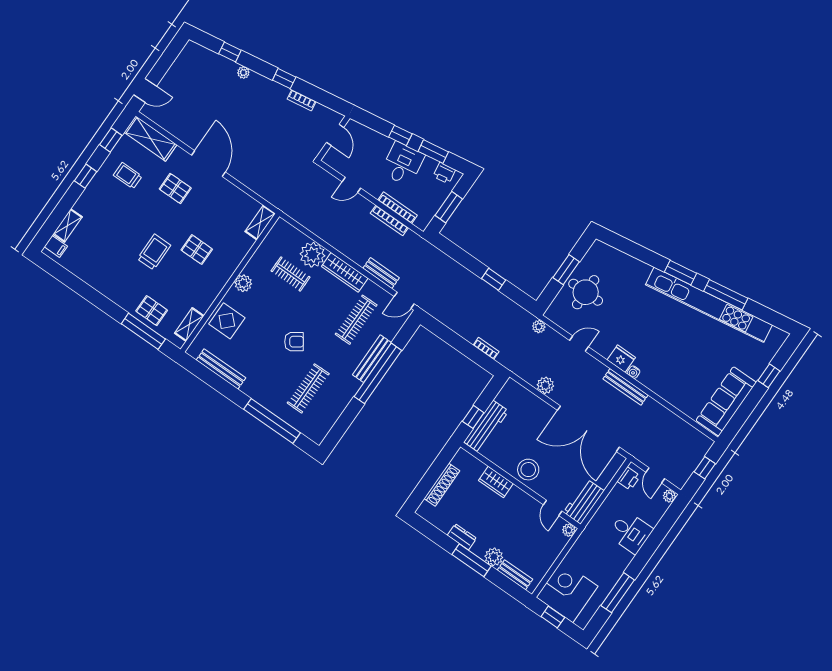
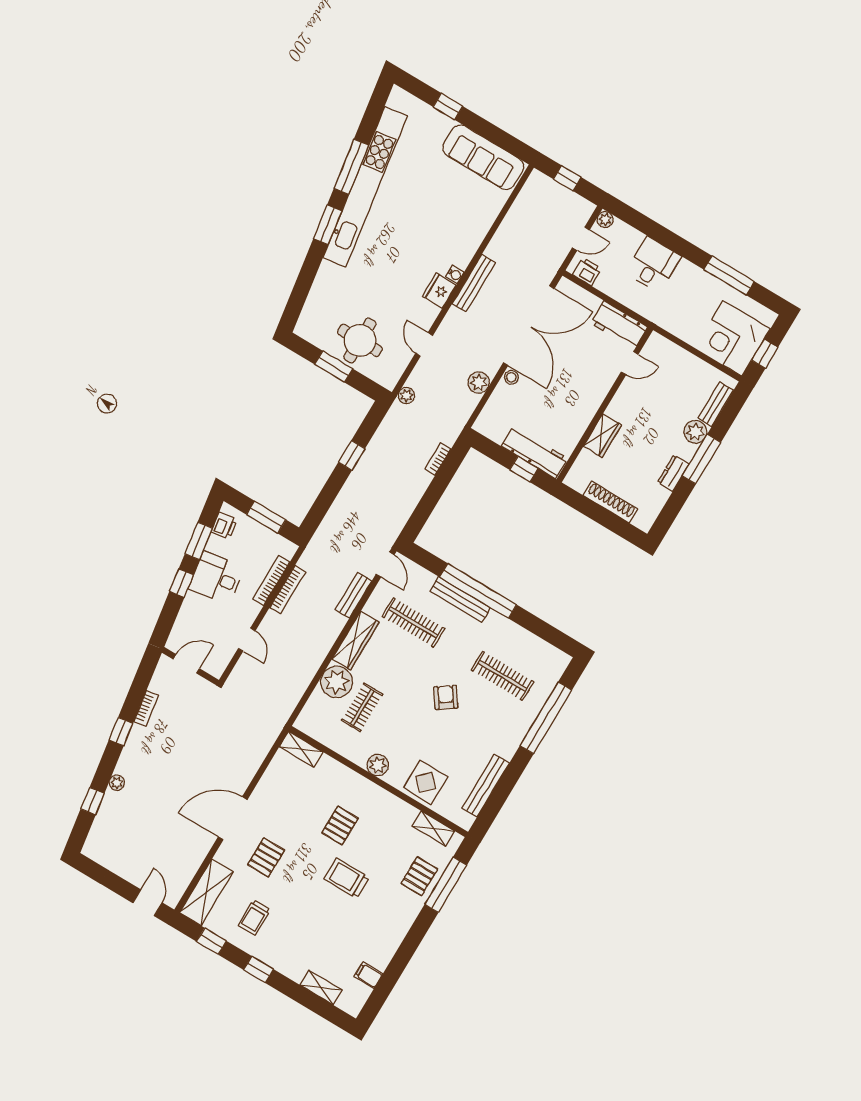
filing cabinet: (56, 246) -> (368, 975), moved, turned -90
stool: (528, 470) -> (511, 377), moved, width x0.53, depth x0.53
plant: (569, 530) -> (656, 341), removed

